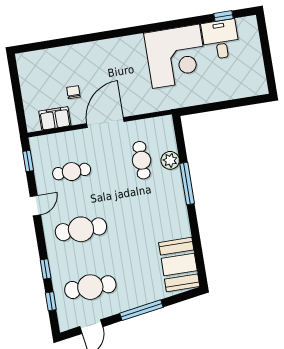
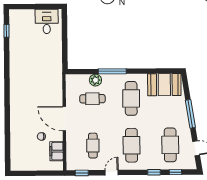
desk: (221, 39) -> (47, 21), moved, turned 90
corner desk: (176, 56) -> (28, 66), removed
door: (35, 206) -> (112, 173), hinge flipped
cafe table: (151, 218) -> (131, 98), added

